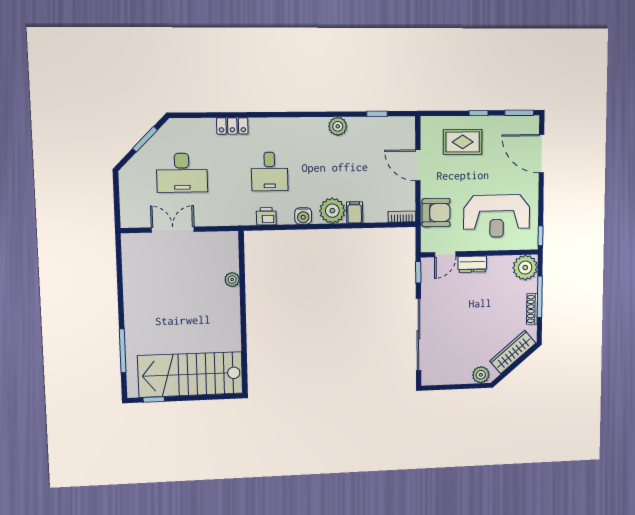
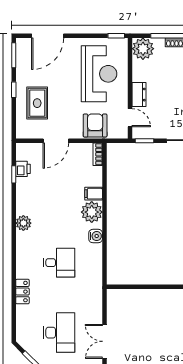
plant: (338, 126) -> (23, 223), moved
printer: (266, 216) -> (23, 169), moved, turned 180
plant: (232, 280) -> (146, 295), removed

